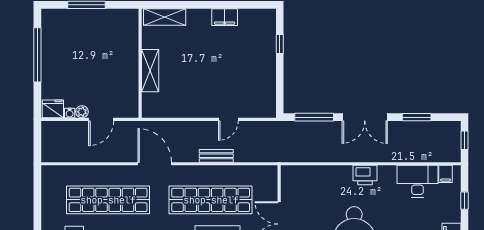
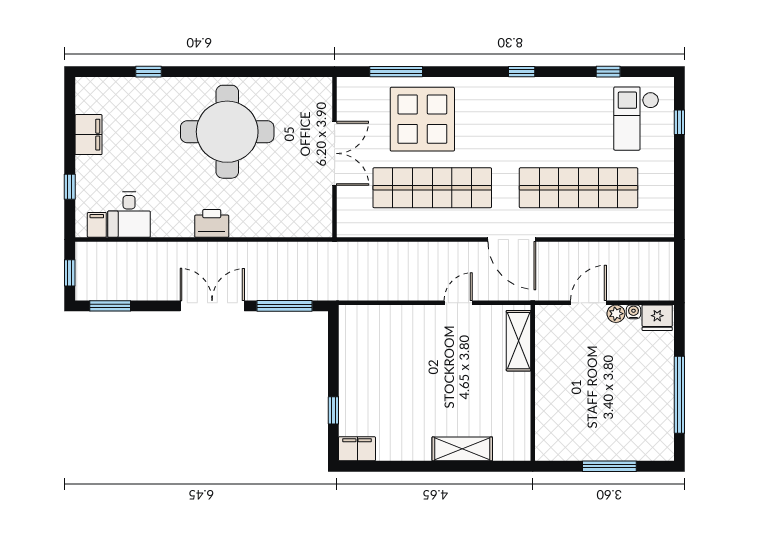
shelving: (165, 17) -> (462, 449), moved
filing cabinet: (225, 17) -> (357, 449), moved
shelving: (150, 71) -> (519, 341), moved
window: (417, 117) -> (110, 306), moved
door: (228, 119) -> (458, 303), moved
bench: (216, 156) -> (424, 251), removed
desk: (417, 181) -> (129, 215), width x0.73

